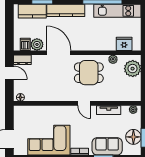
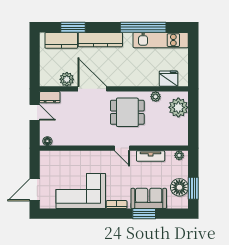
dishwasher: (25, 44) -> (53, 79), removed

